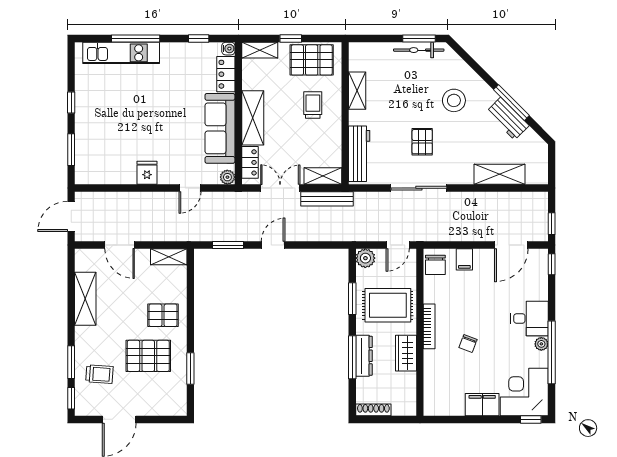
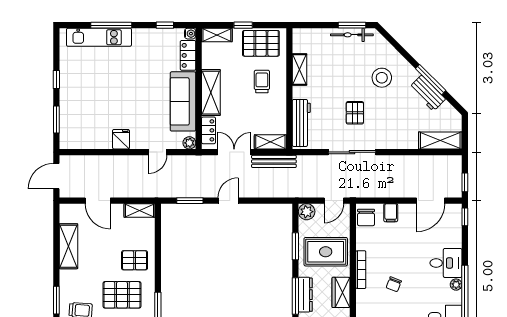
shelving: (499, 174) -> (440, 140), moved

